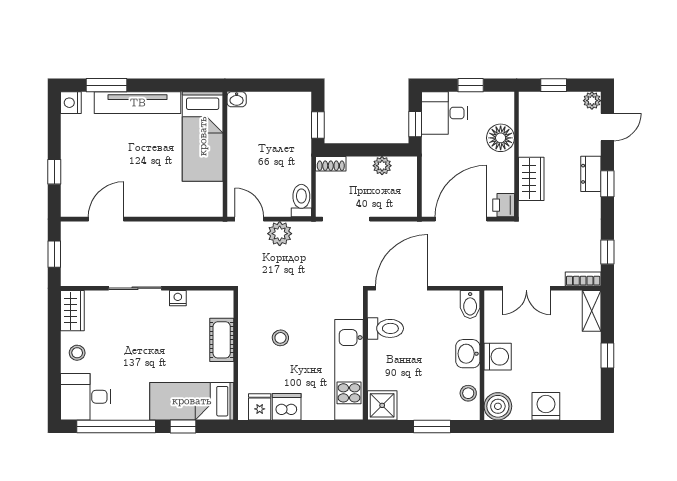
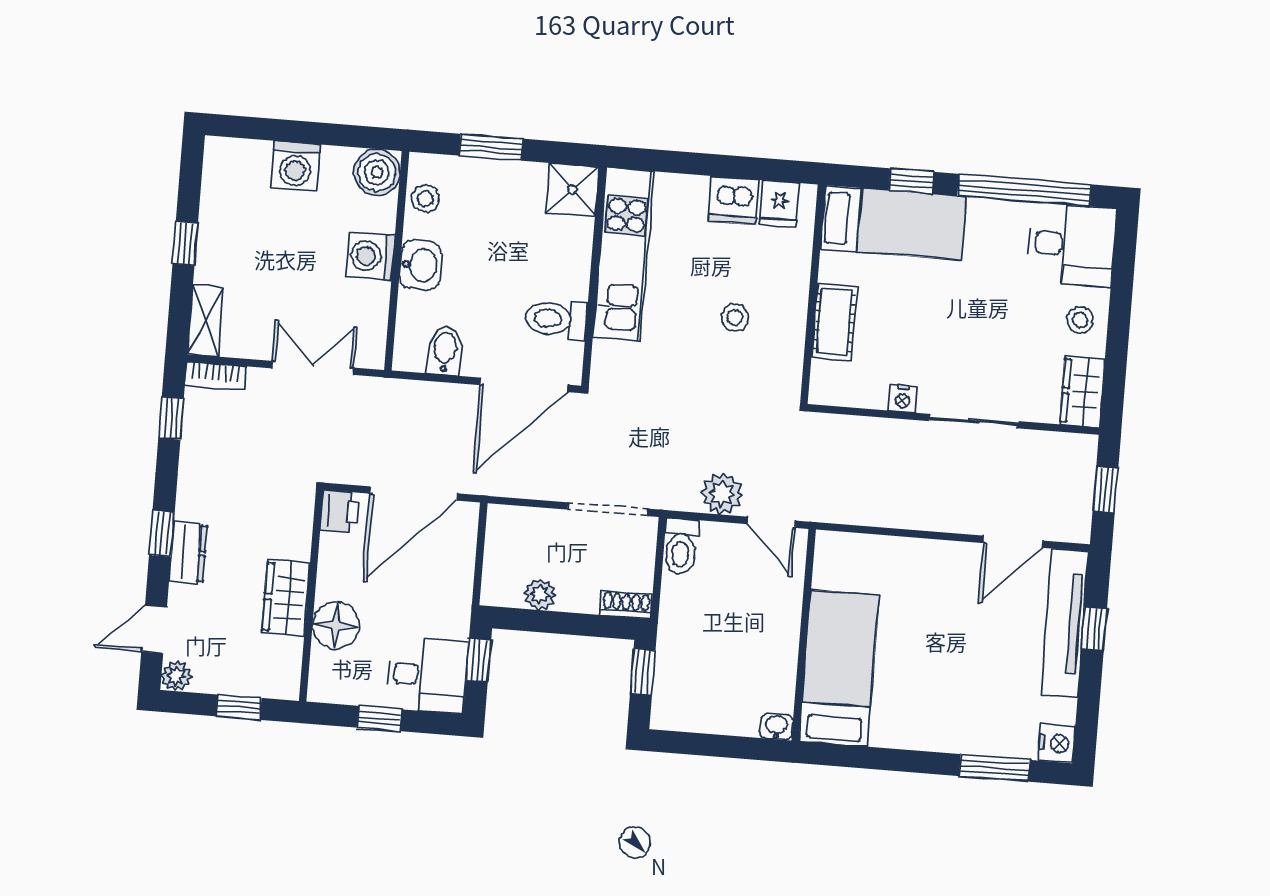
tv unit: (138, 103) -> (1065, 623), moved, turned -90
wardrobe: (531, 179) -> (286, 598), moved
bidet: (470, 304) -> (445, 351), moved

